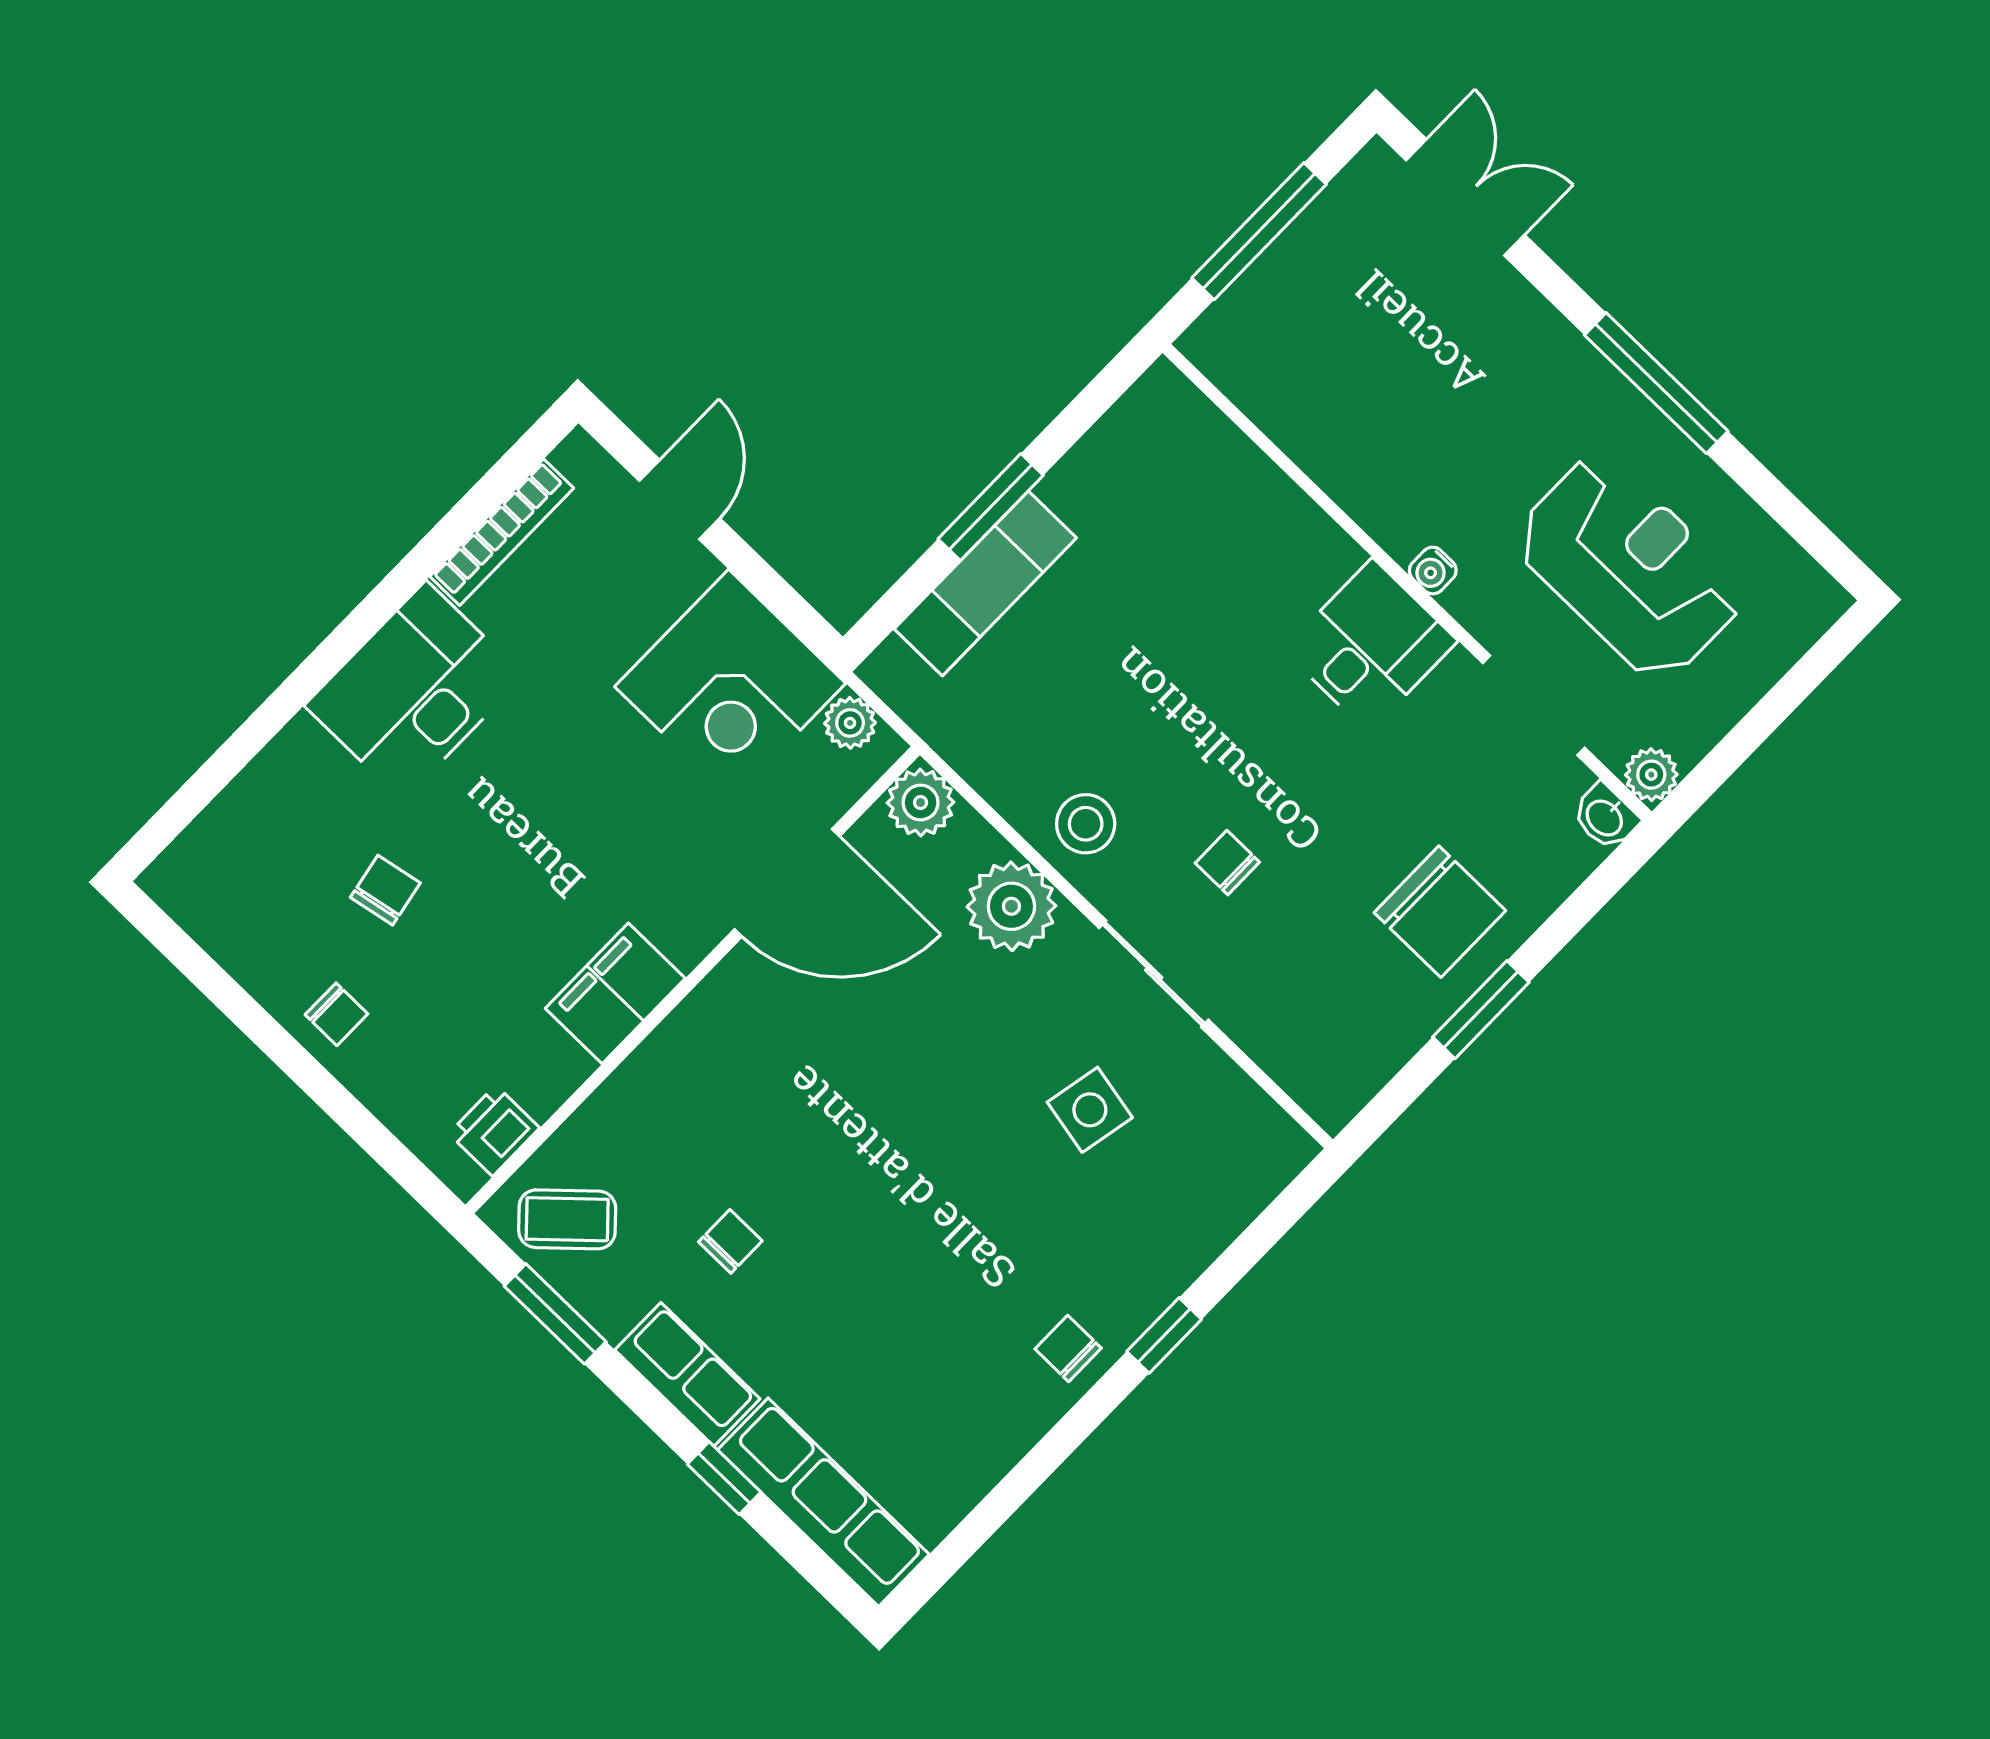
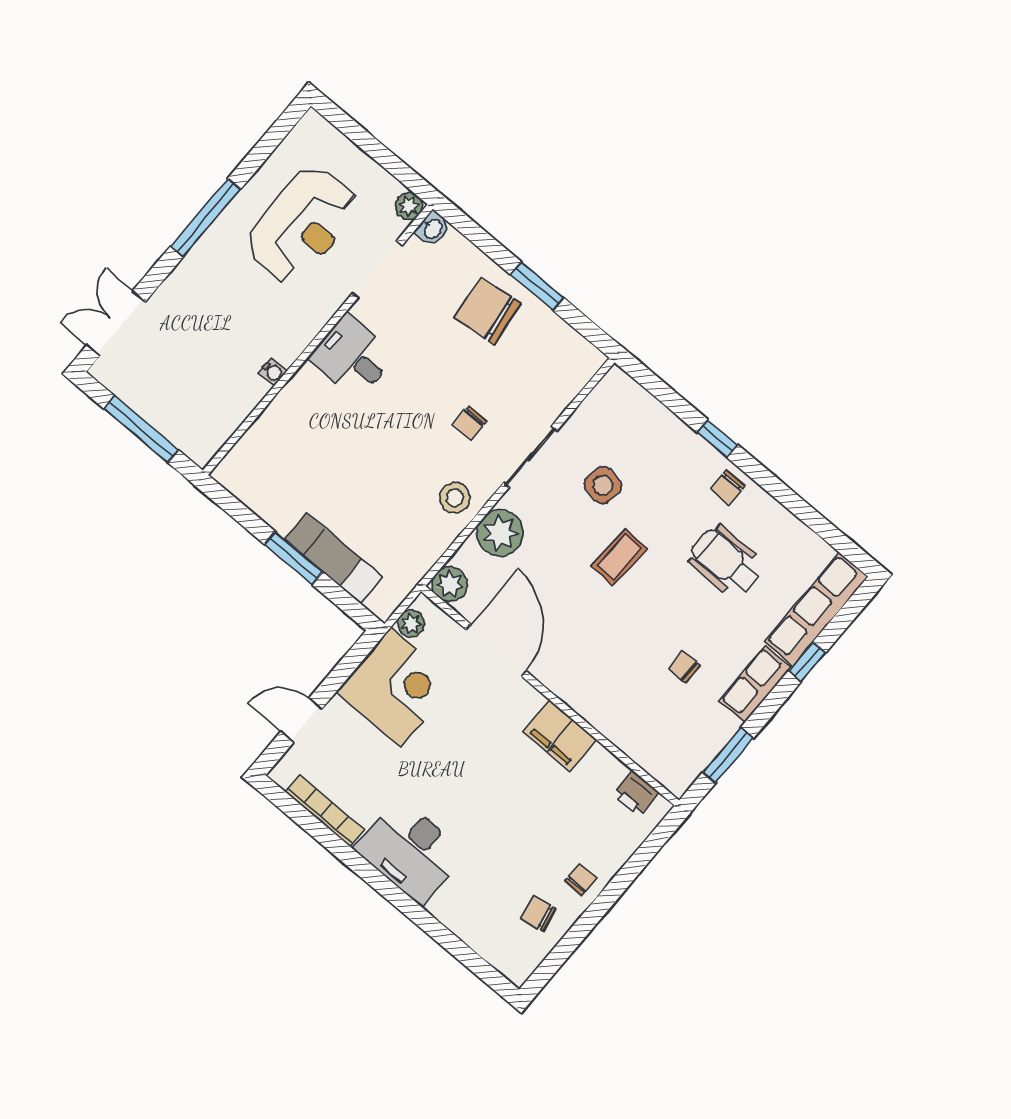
reception desk: (1629, 567) -> (302, 225), turned 180
water cooler: (1433, 571) -> (273, 372), moved
chair: (385, 890) -> (538, 913), moved
chair: (1440, 912) -> (488, 311), turned -97
coffee table: (567, 1219) -> (619, 557), moved, turned 45
wheelchair: (927, 1335) -> (726, 562), added

